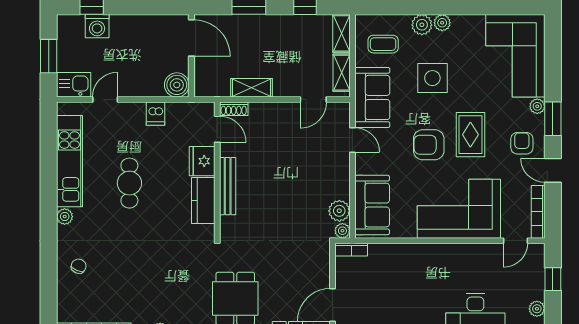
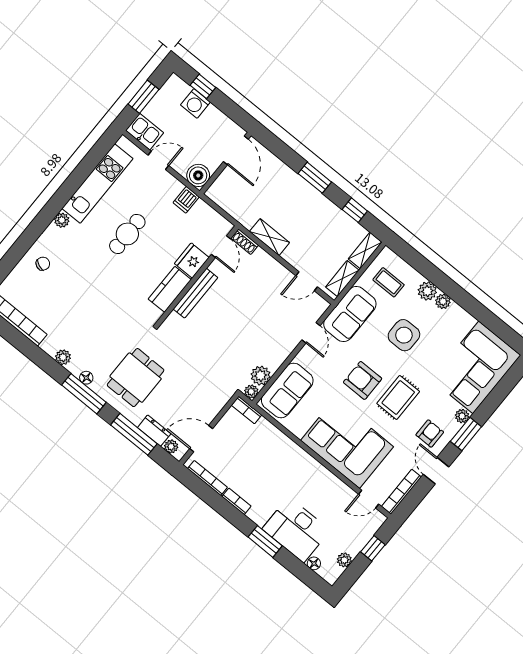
door: (191, 38) -> (236, 150), moved
wall: (191, 56) -> (225, 163), moved
boiler: (177, 85) -> (198, 175), moved

